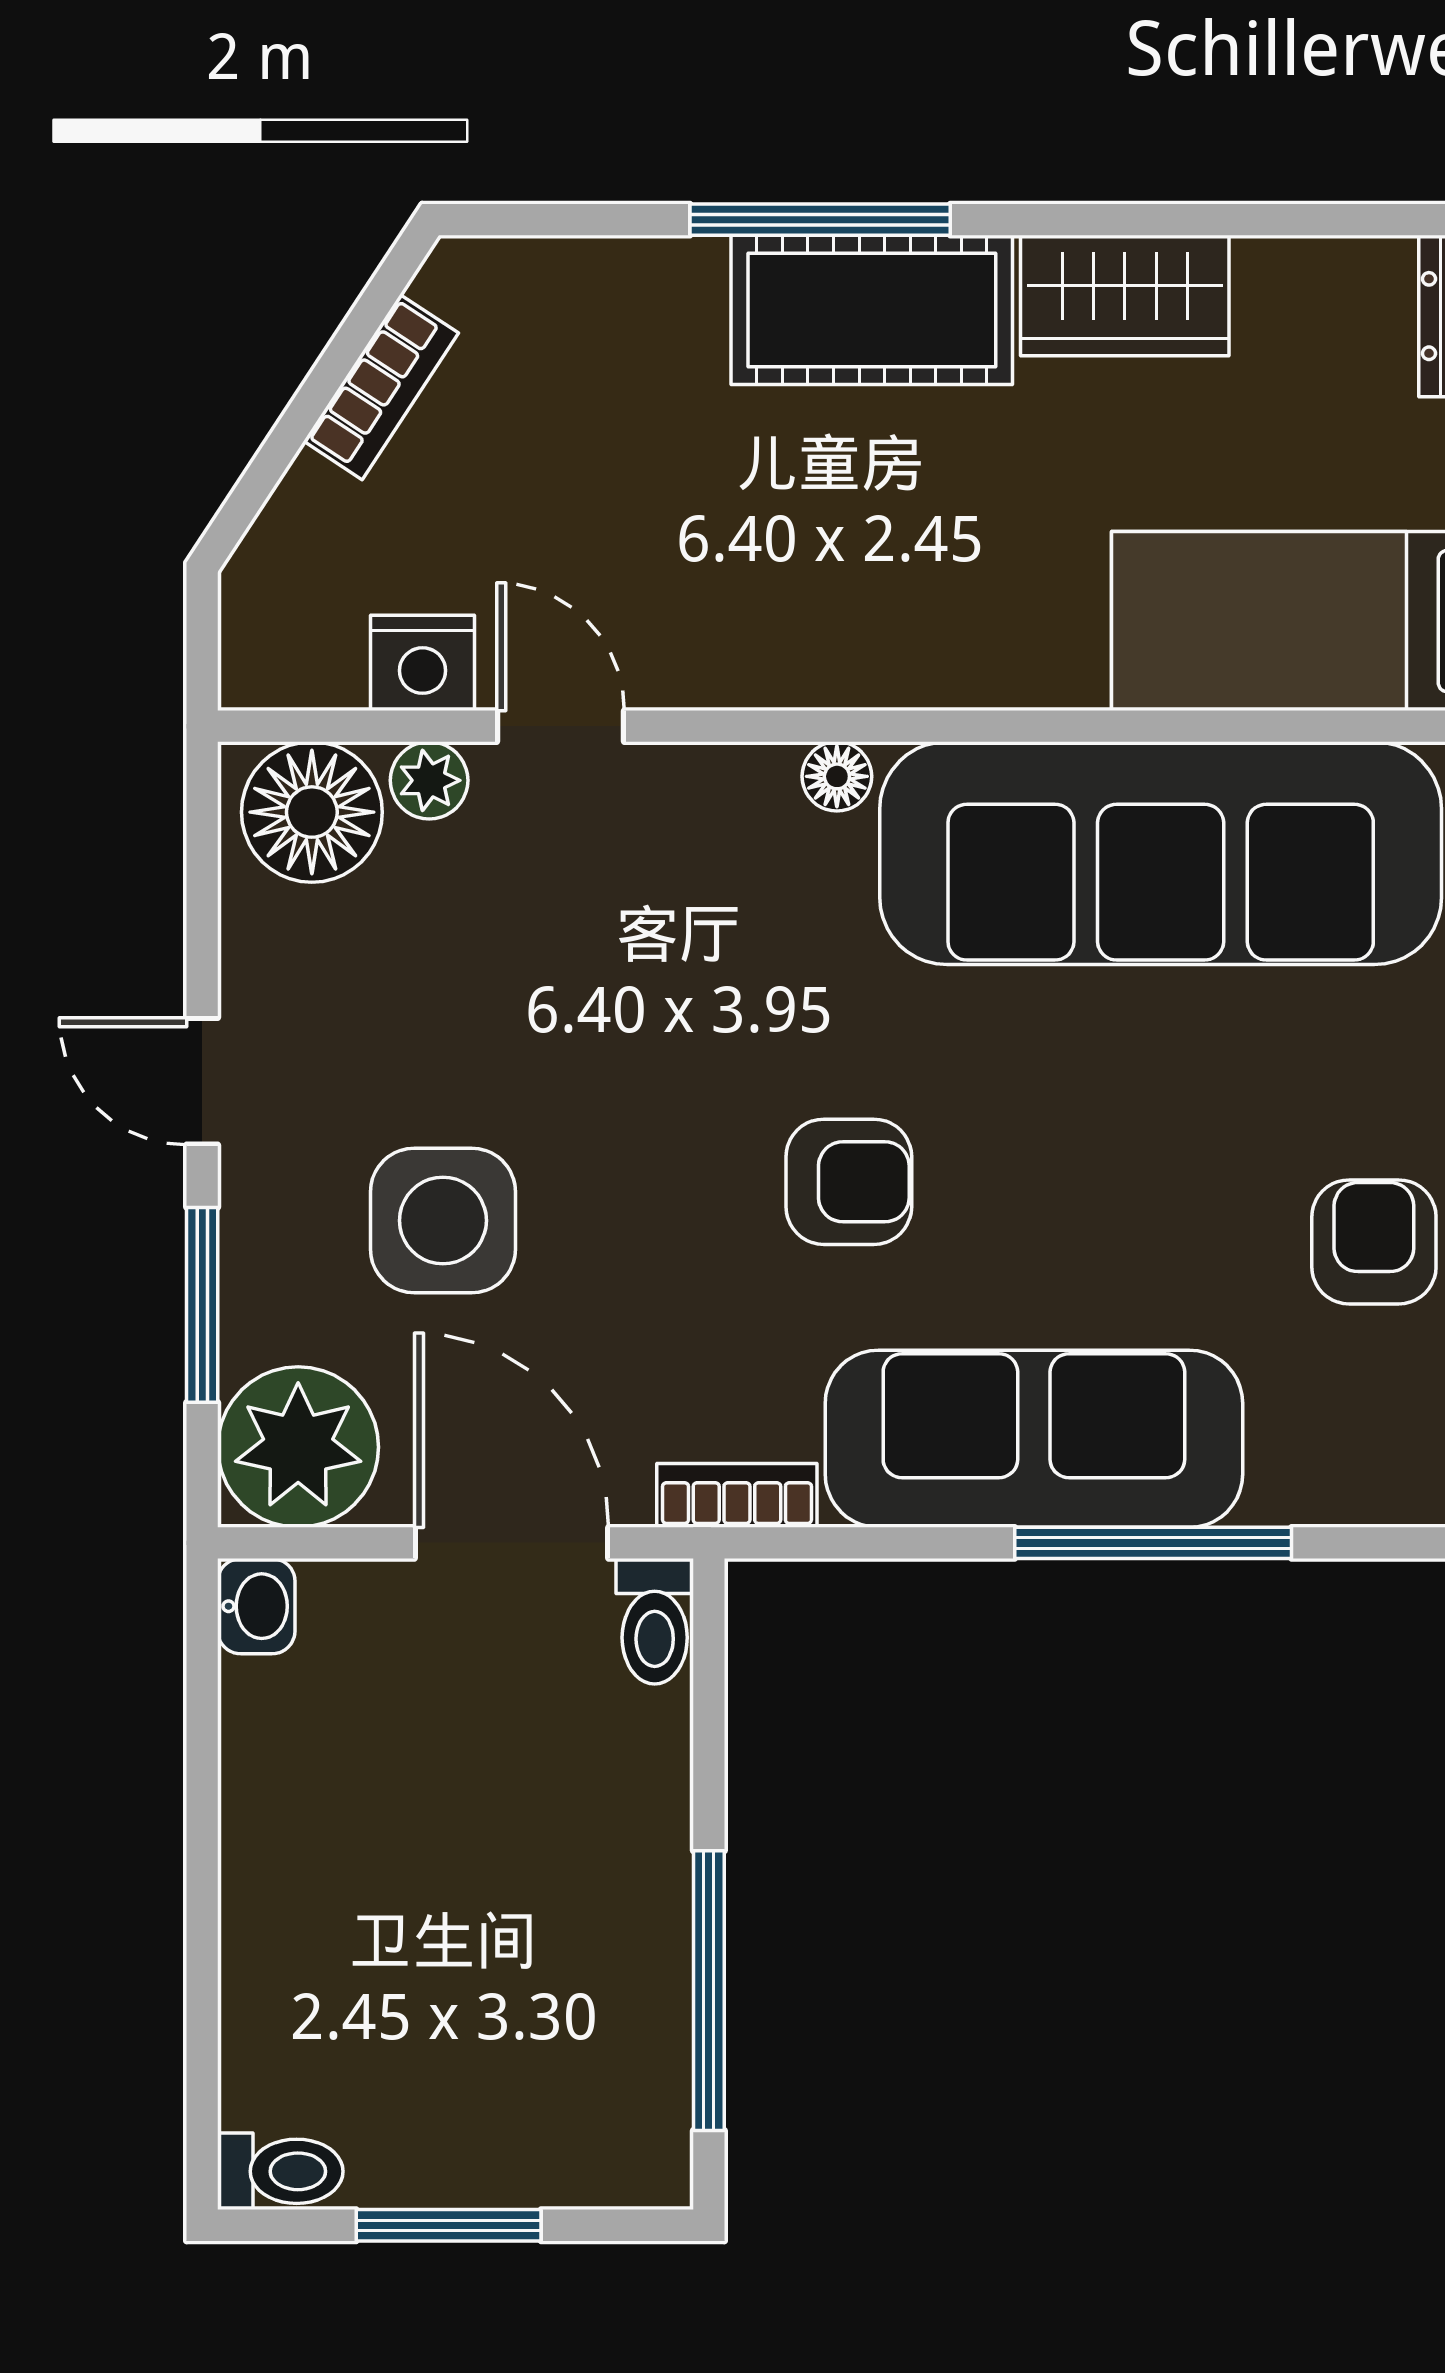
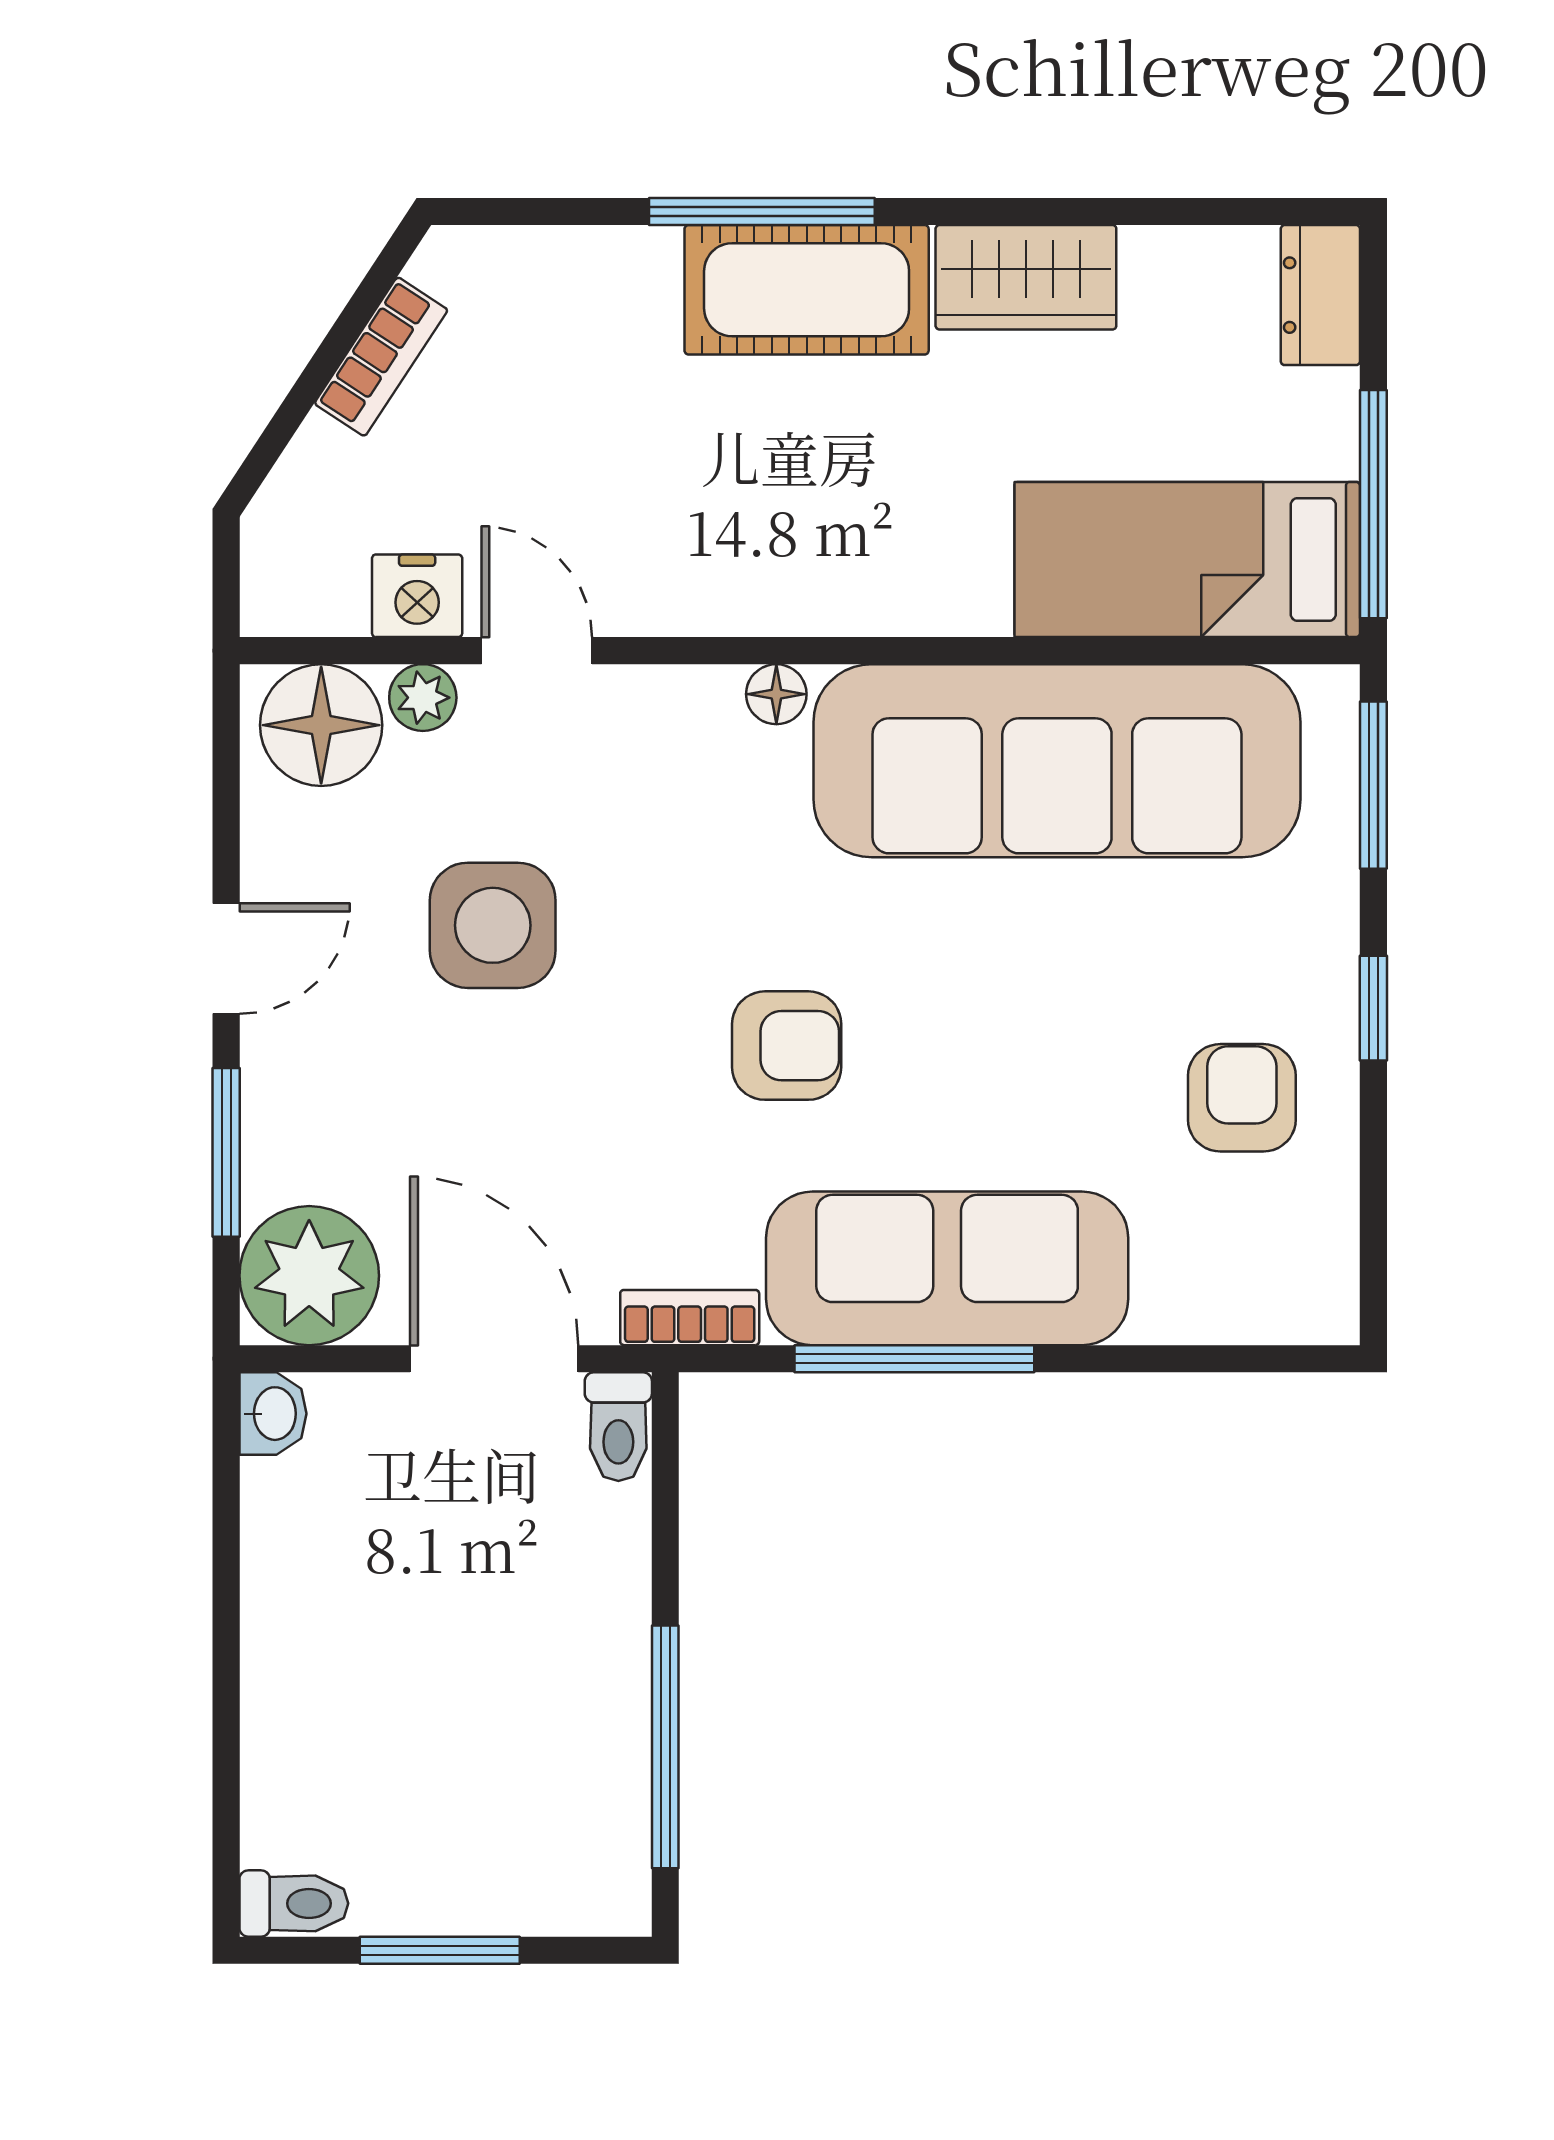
door: (202, 1081) -> (226, 958), swing flipped
side table: (443, 1221) -> (493, 925), moved
window: (1153, 1543) -> (914, 1359), moved

